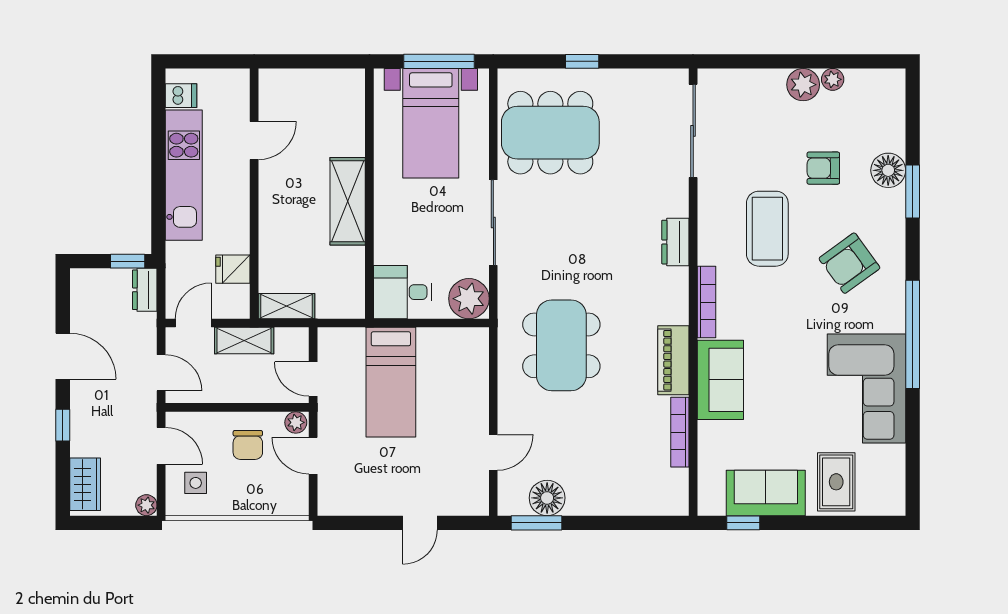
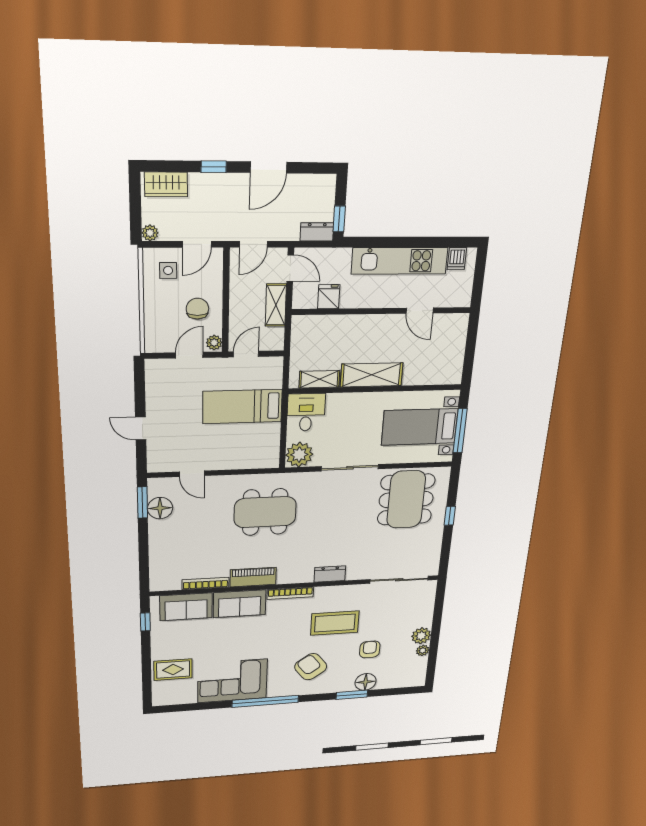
shelving: (286, 306) -> (319, 379), moved, turned 90
chair: (248, 445) -> (197, 309), turned 90
sofa: (766, 493) -> (186, 607), moved, turned 90

